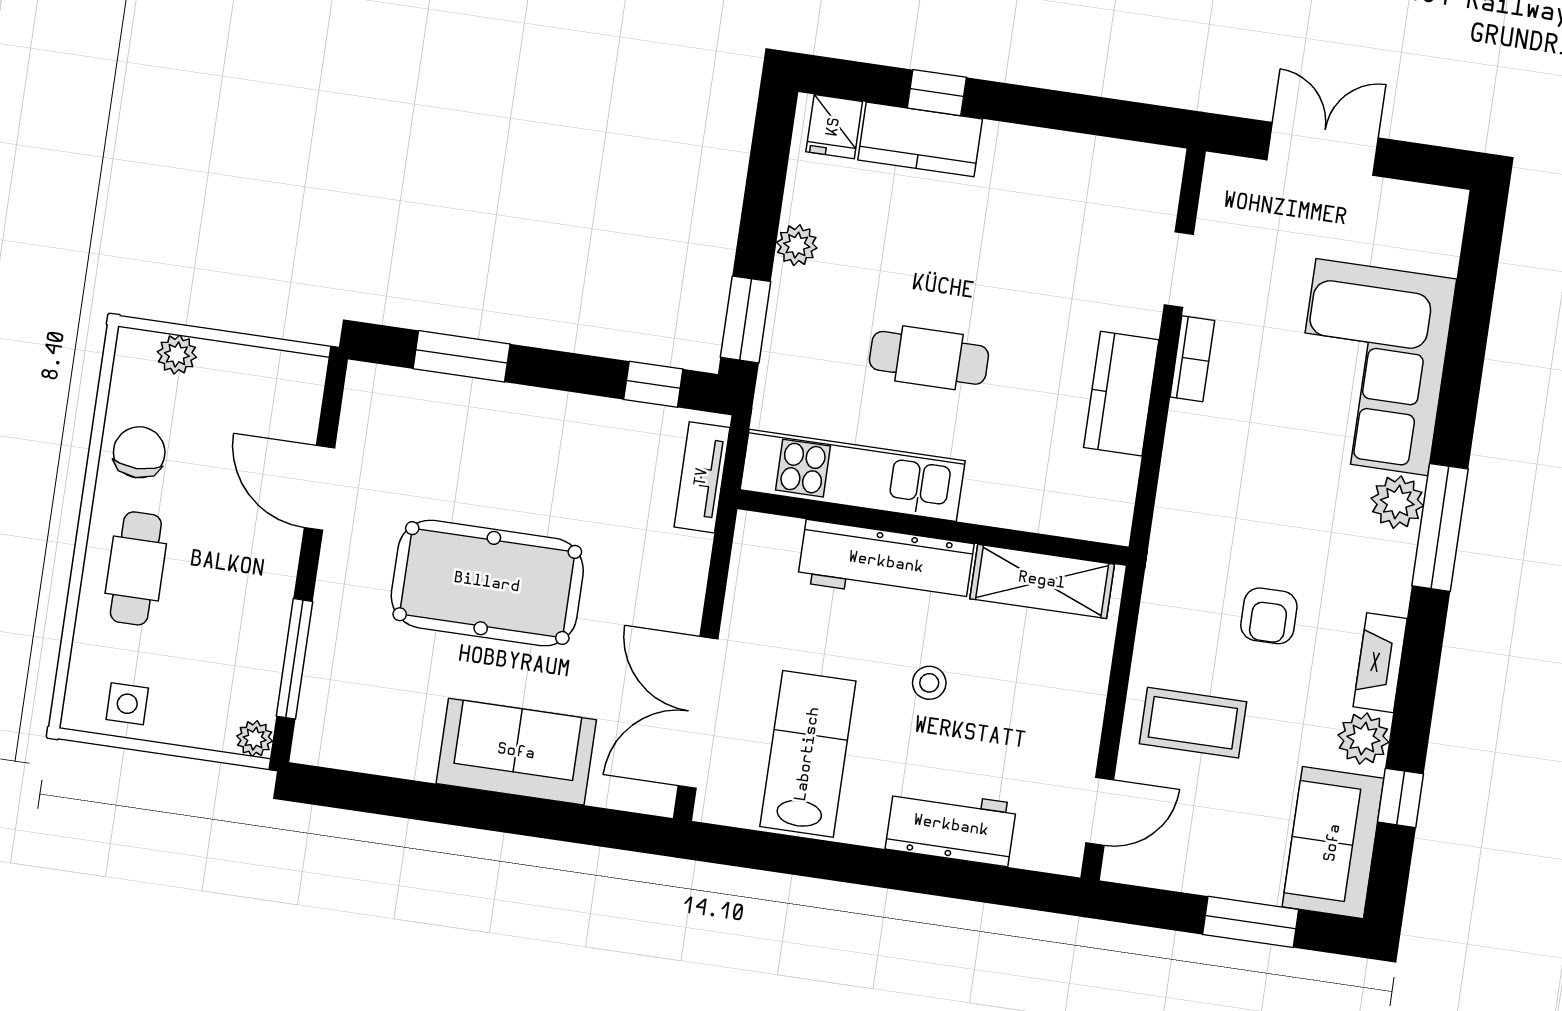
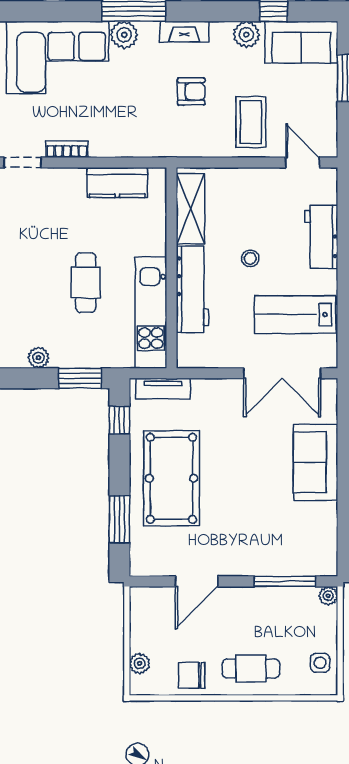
kitchen counter: (1121, 394) -> (117, 183), moved
pool table: (487, 583) -> (171, 478), moved
fireplace: (1380, 663) -> (184, 32), moved

